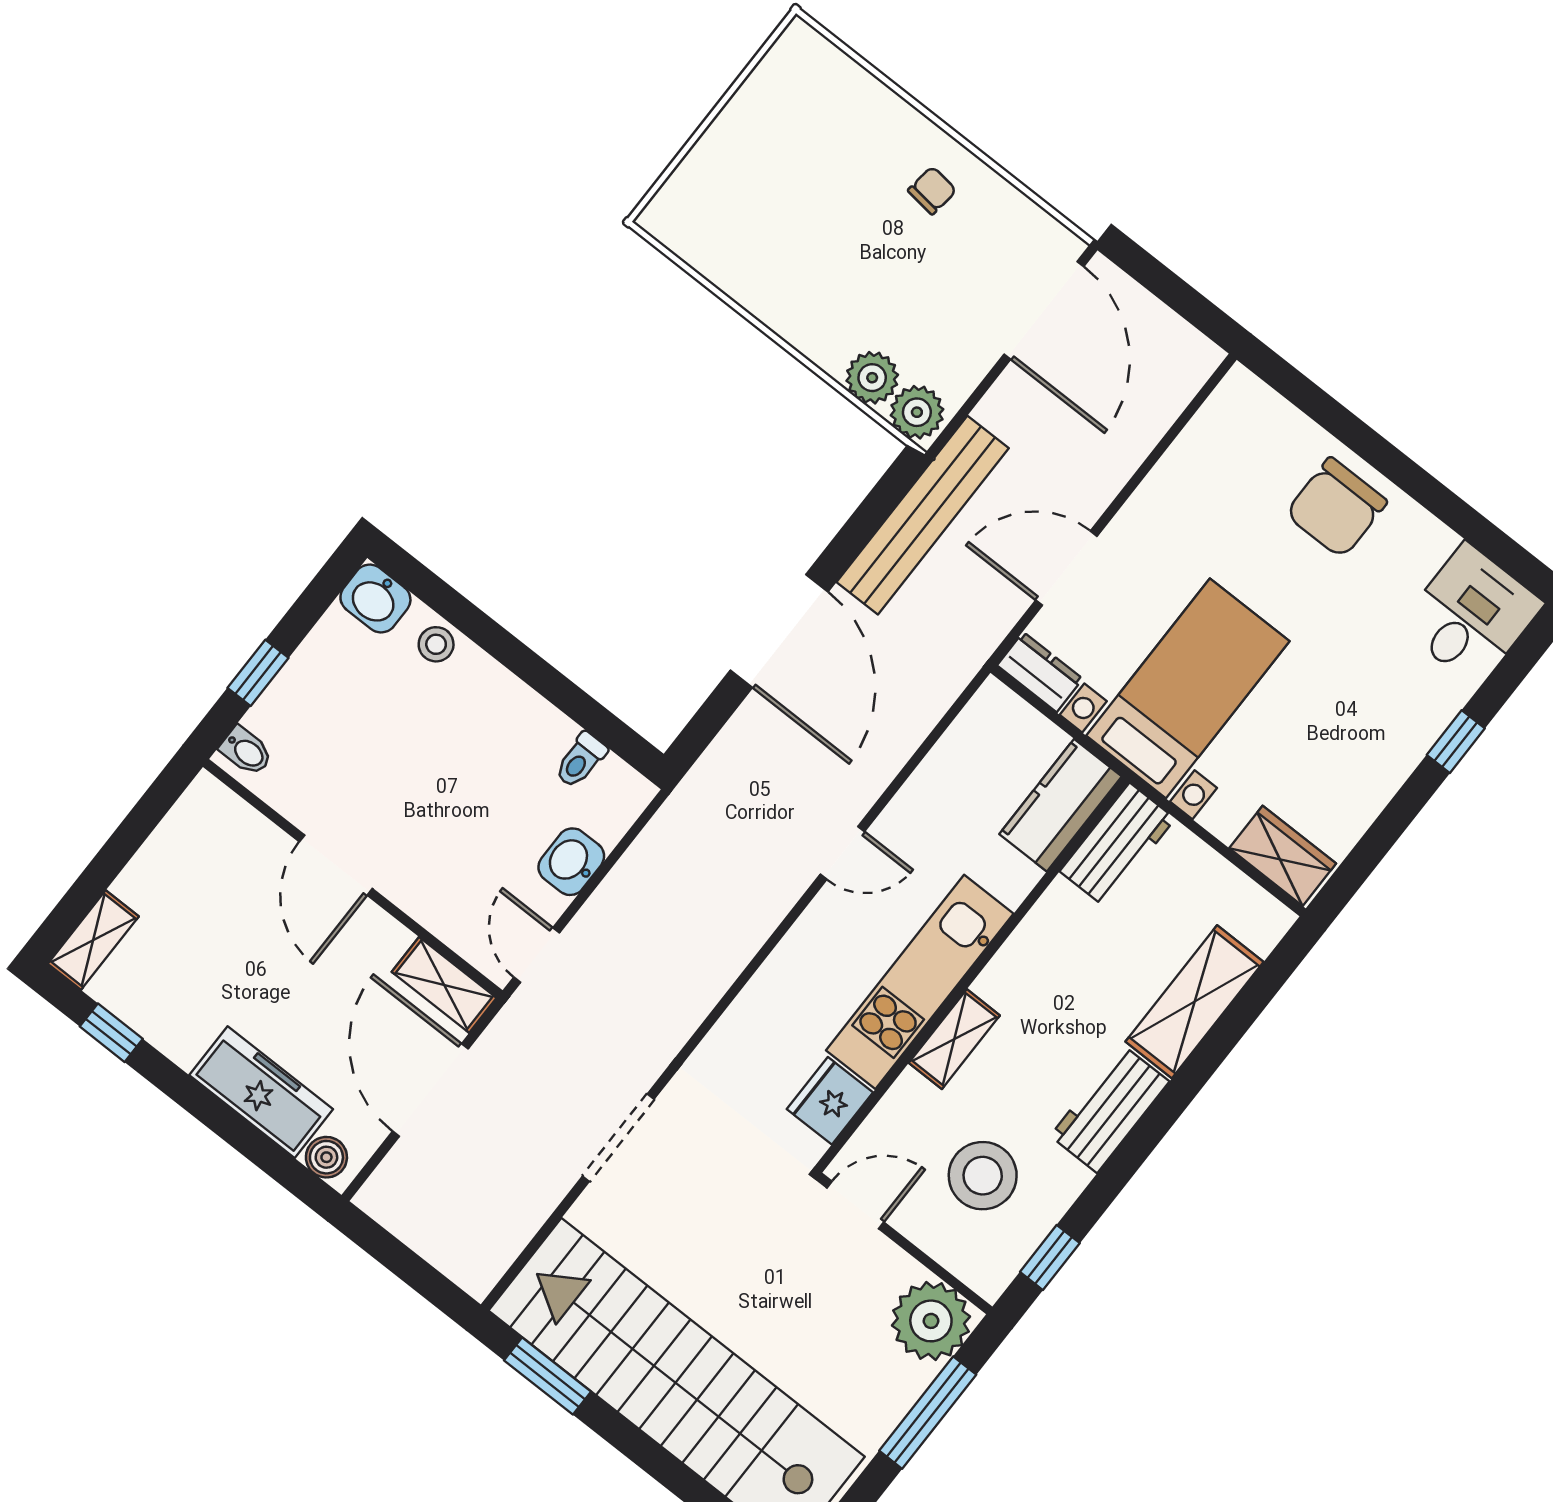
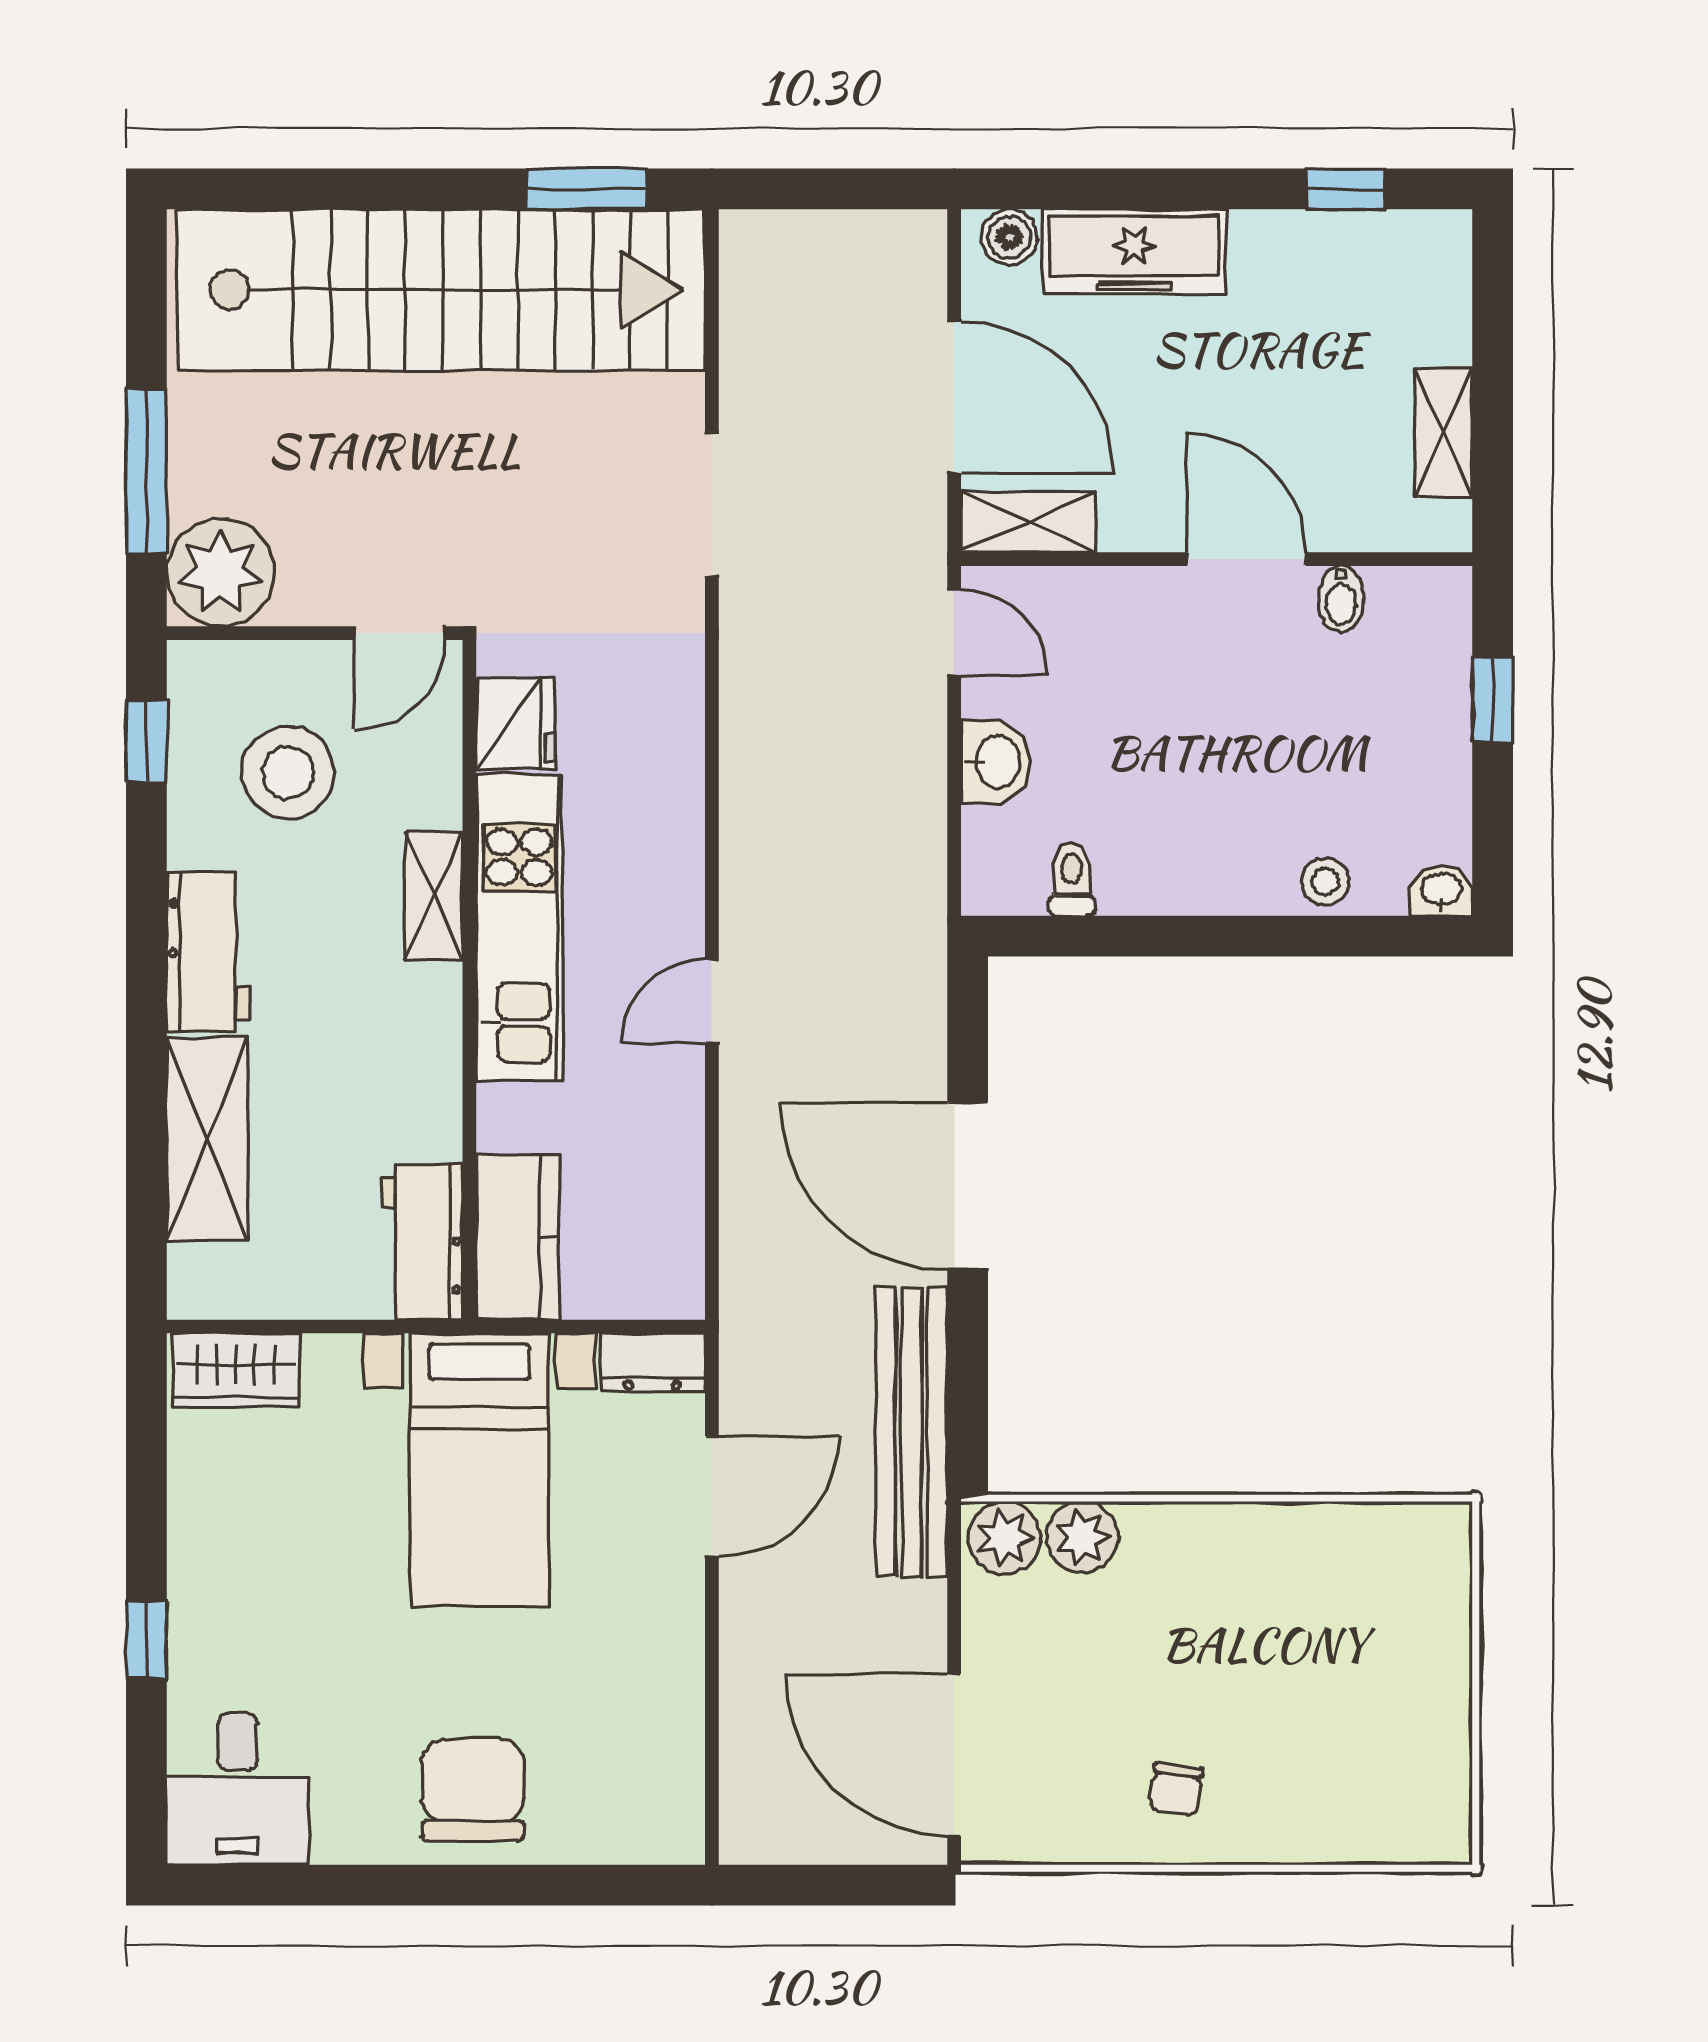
washbasin: (375, 598) -> (1441, 891), width x0.72, depth x0.69
bidet: (246, 751) -> (1341, 599), moved, turned -90
shelving: (93, 940) -> (1444, 433), moved

